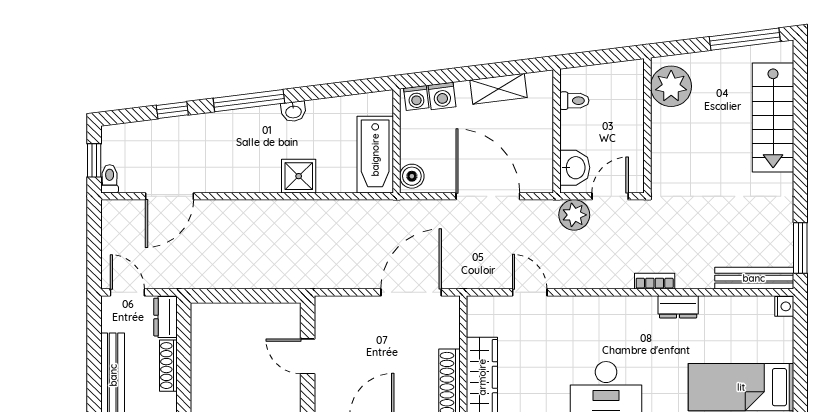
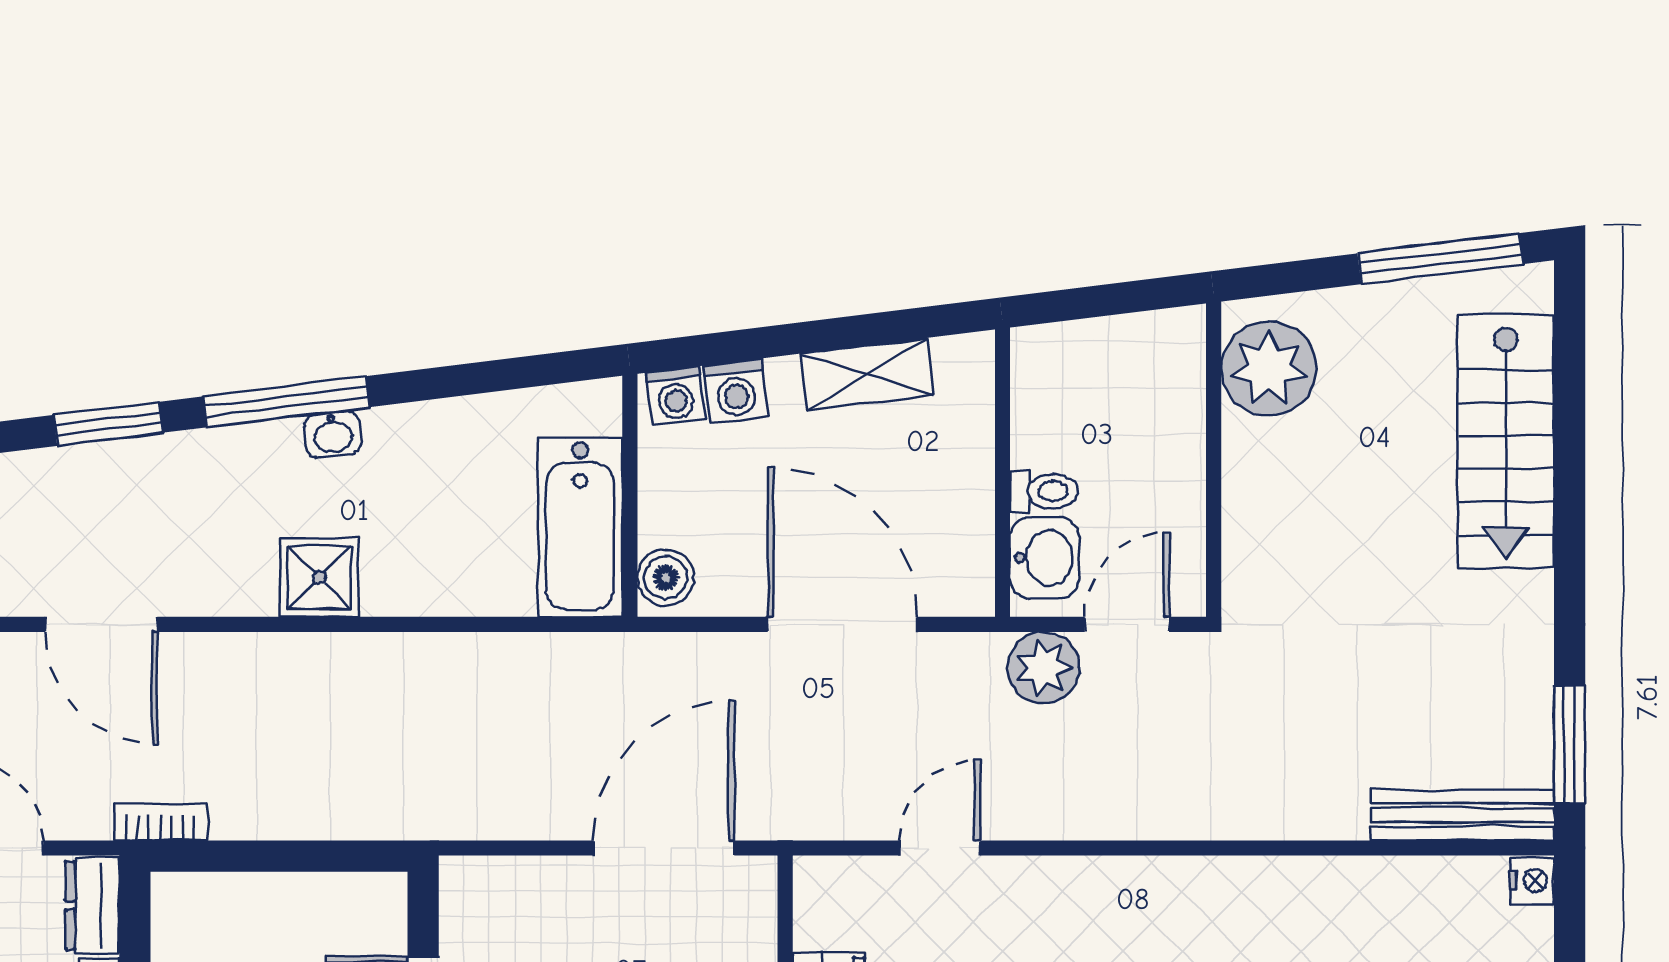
toilet: (574, 101) -> (1044, 491), moved
window: (172, 110) -> (108, 424), width x1.50
washbasin: (293, 111) -> (333, 434), moved
shower: (299, 176) -> (319, 577), moved
door: (169, 196) -> (101, 624), hinge flipped
bookcase: (655, 281) -> (161, 822), moved
door: (530, 292) -> (940, 848), hinge flipped
dresser: (678, 307) -> (1285, 882), removed

